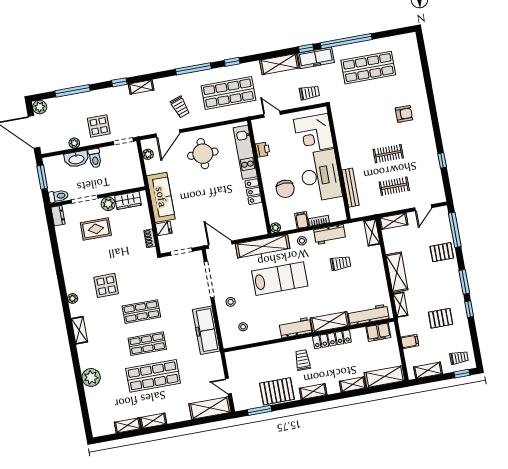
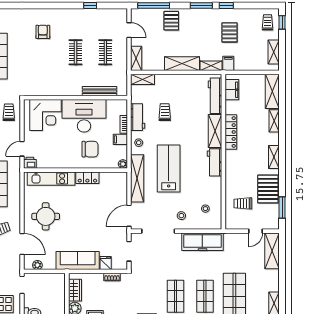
printer: (263, 150) -> (30, 163), moved
filing cabinet: (410, 341) -> (228, 63), moved
trolley: (303, 360) -> (243, 203), moved

